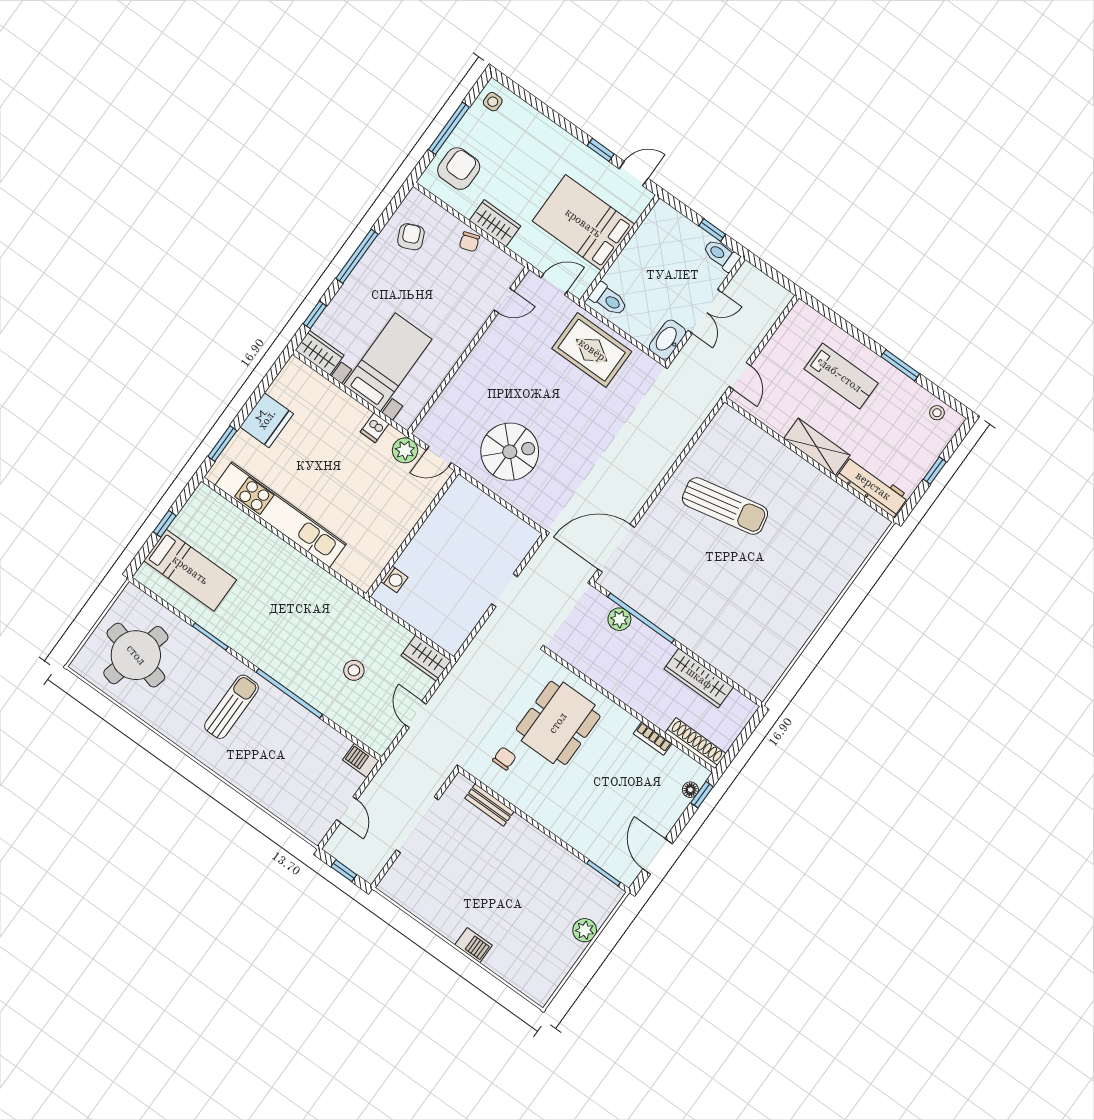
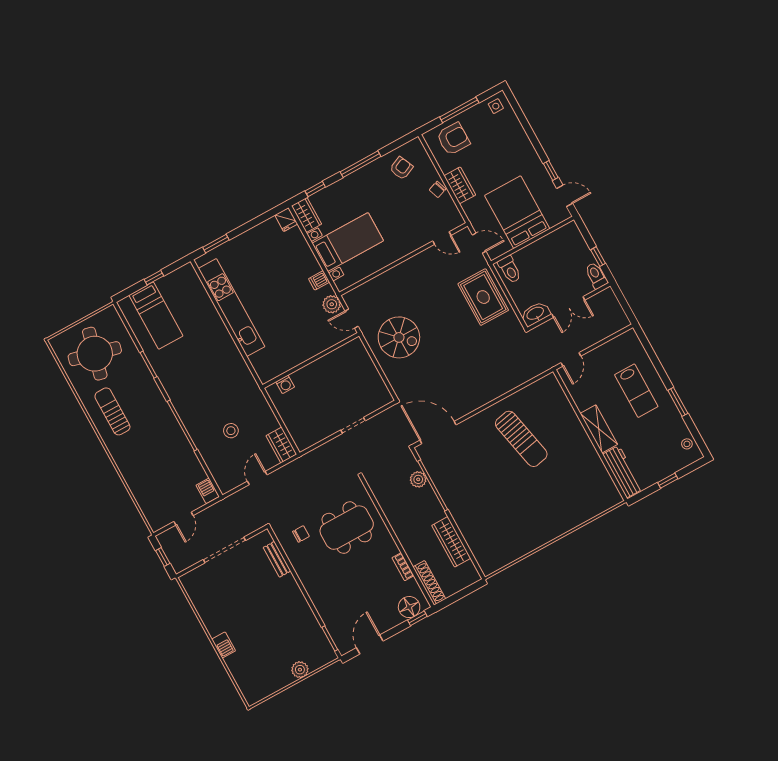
fridge: (267, 420) -> (286, 219), moved, width x0.53, depth x0.75
sun lounger: (232, 707) -> (112, 411), moved, turned -90
floor lamp: (690, 790) -> (409, 607), width x1.89, depth x1.89

